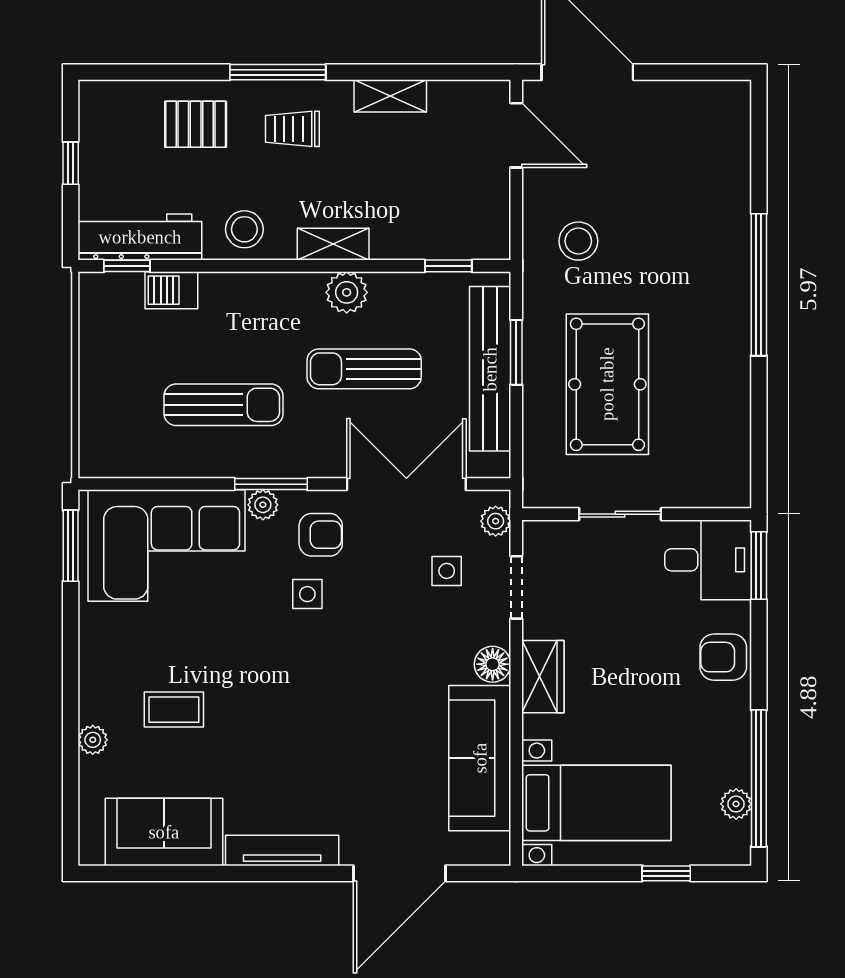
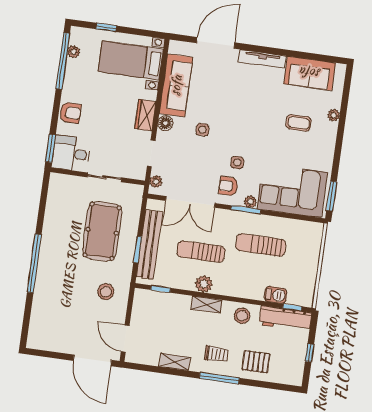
sun lounger: (364, 369) -> (201, 252), turned 180
side table: (447, 571) -> (202, 130), moved

